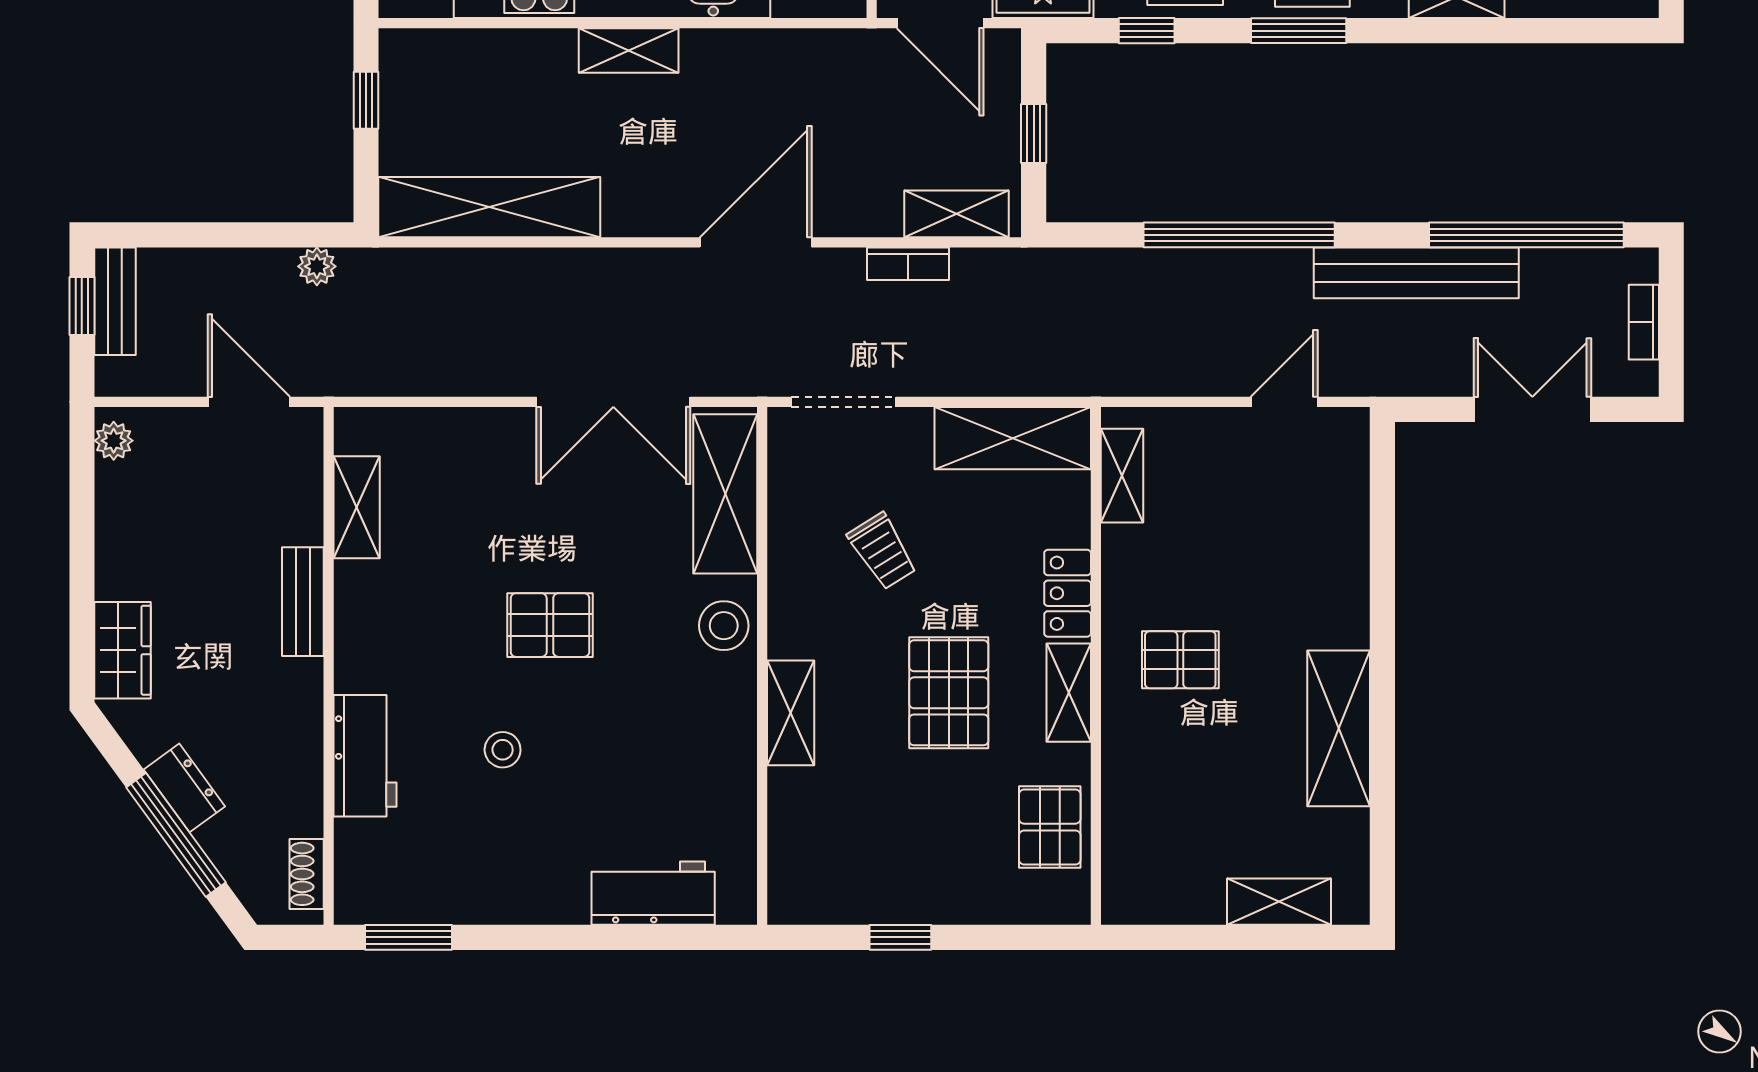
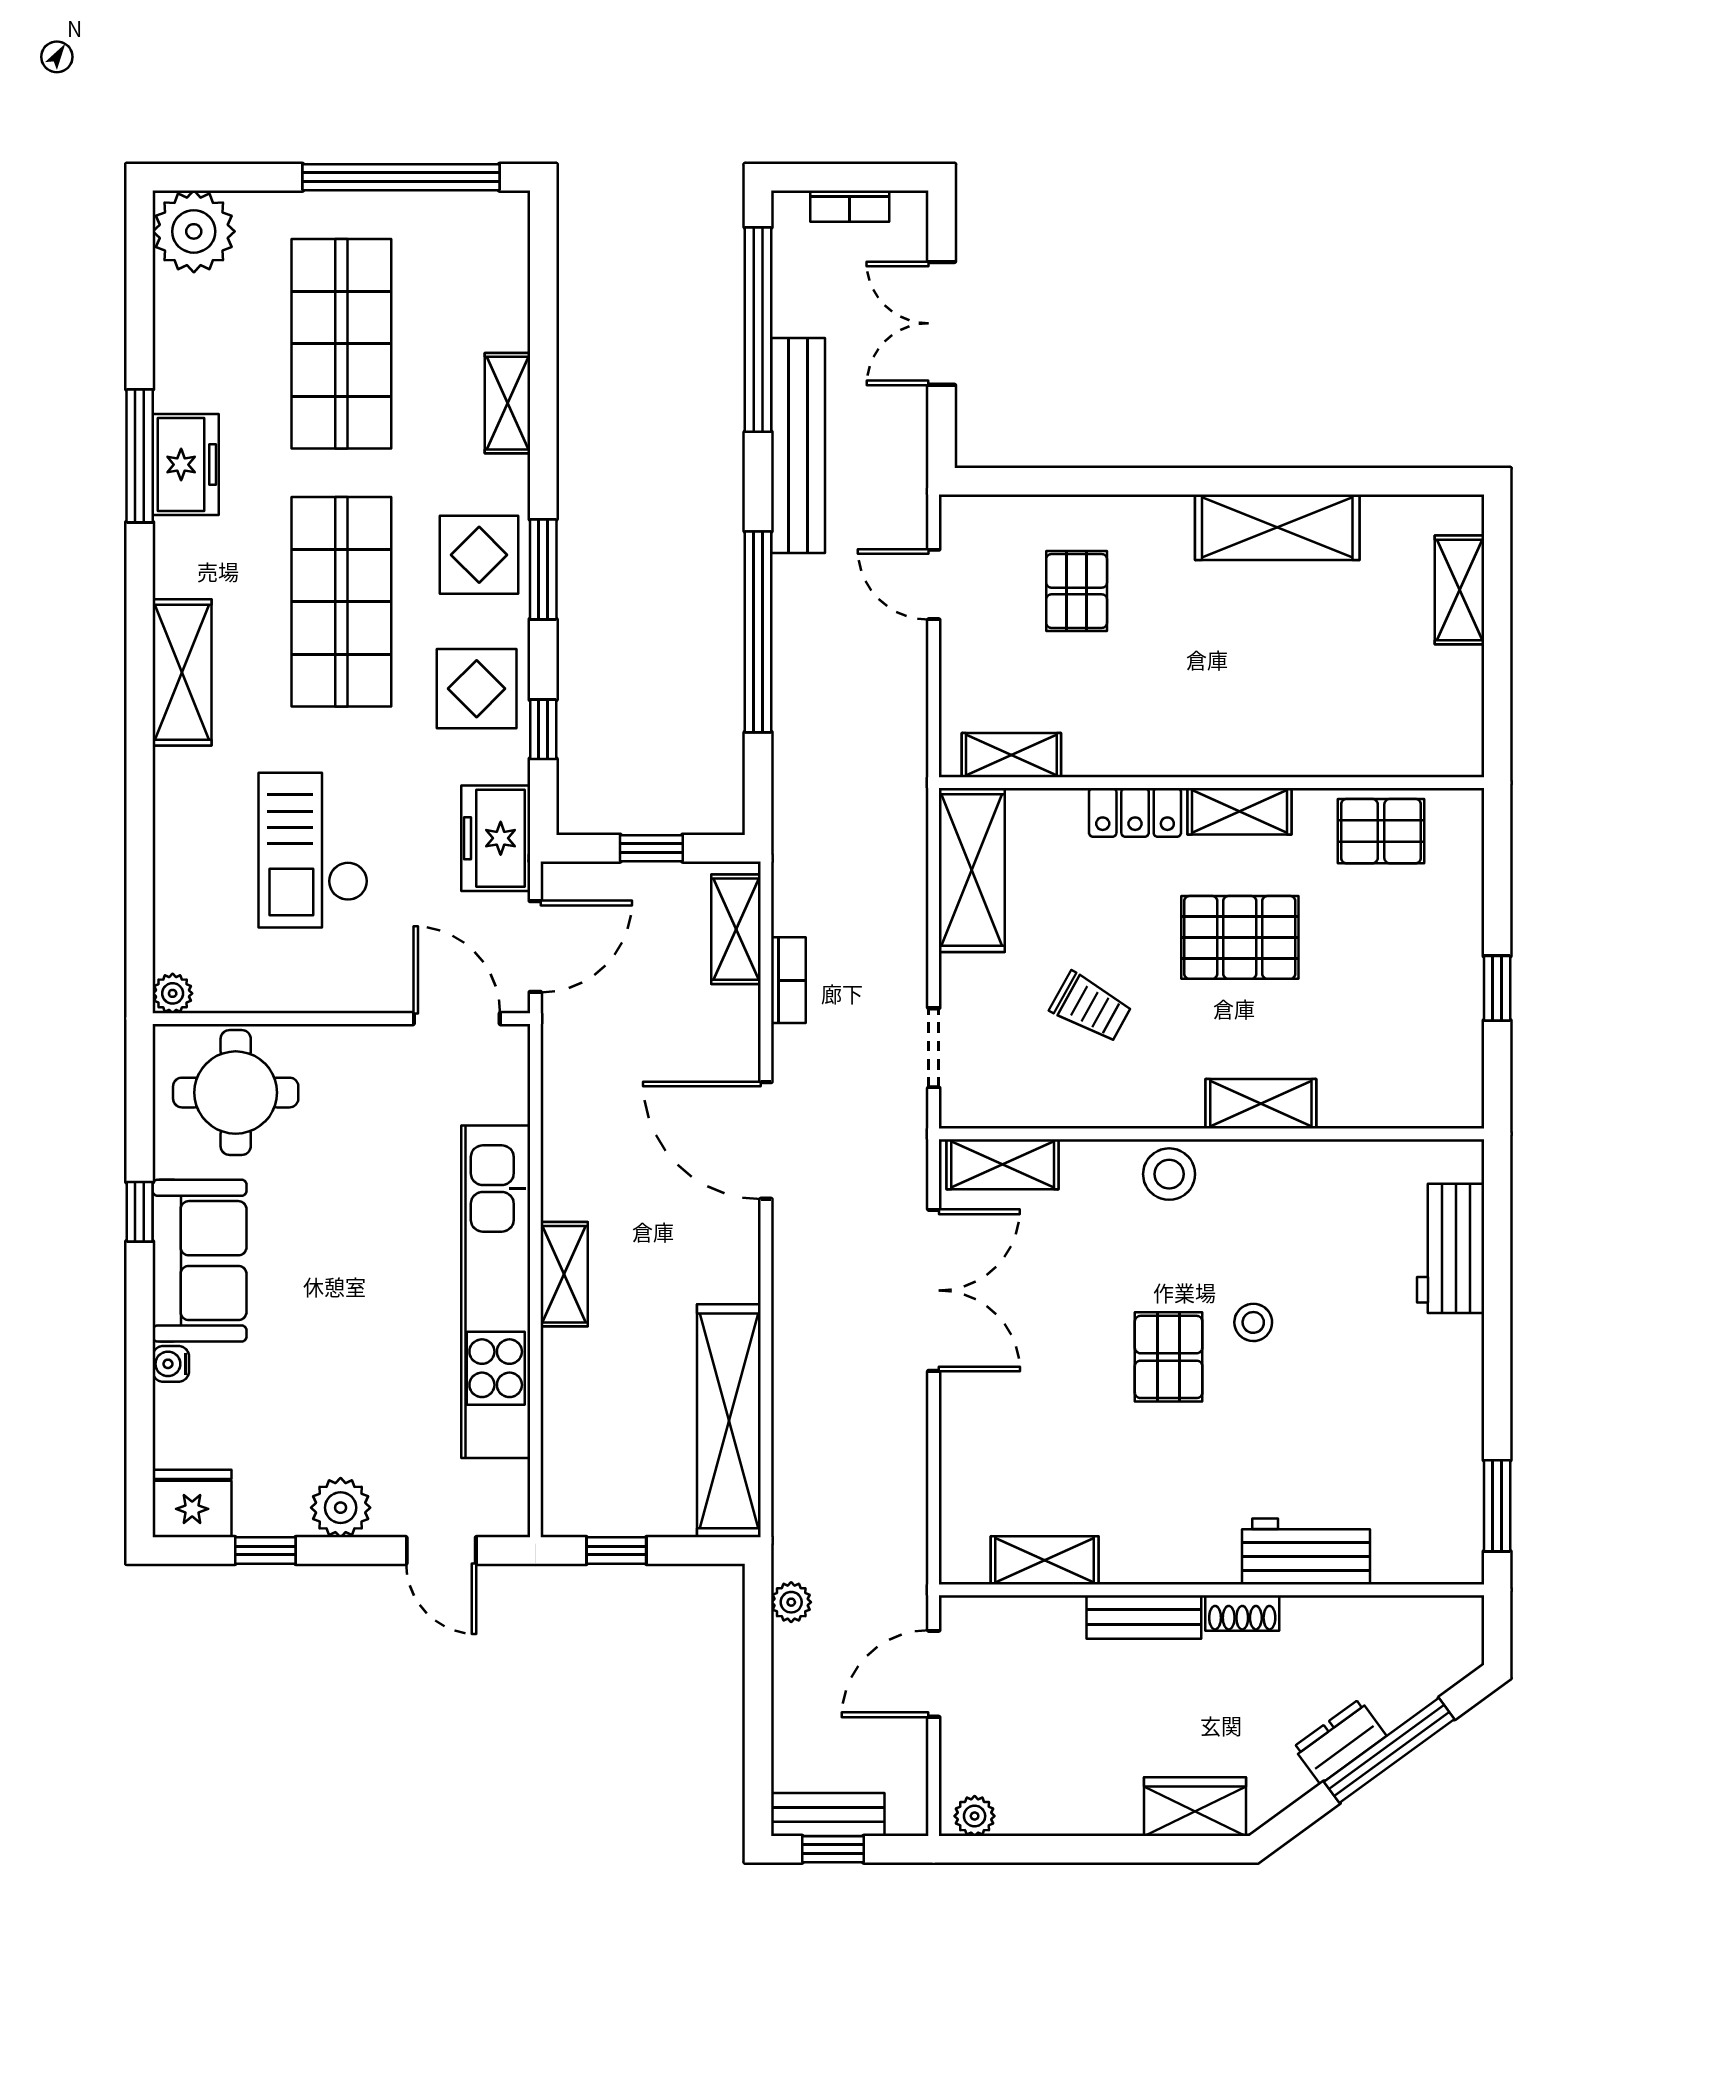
doorway: (844, 402) -> (934, 1048), width x0.73
shelving: (725, 494) -> (1003, 1164), width x0.67, depth x0.75
trolley: (882, 551) -> (1091, 1007), turned 61
pallet: (1180, 660) -> (1077, 591), moved
stool: (503, 750) -> (1253, 1322), moved
shoe rack: (307, 874) -> (1242, 1613), moved

